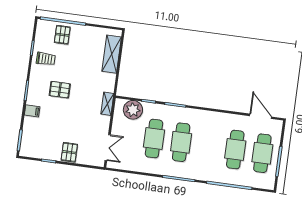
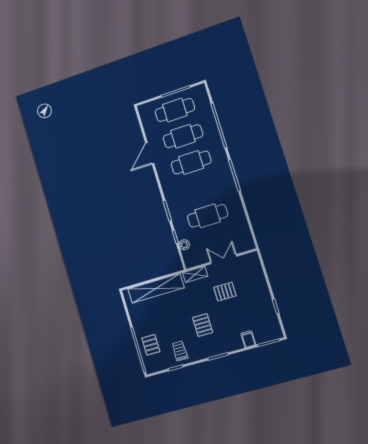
pallet: (62, 35) -> (151, 345), turned 90
shelving: (112, 54) -> (156, 288), width x1.47
plant: (133, 110) -> (184, 245), width x0.53, depth x0.53
filing cabinet: (32, 111) -> (248, 339), moved
door: (261, 116) -> (150, 153), moved
cafe table: (181, 142) -> (191, 163), moved
double door: (108, 148) -> (224, 259), moved
pallet: (69, 152) -> (225, 292), moved

